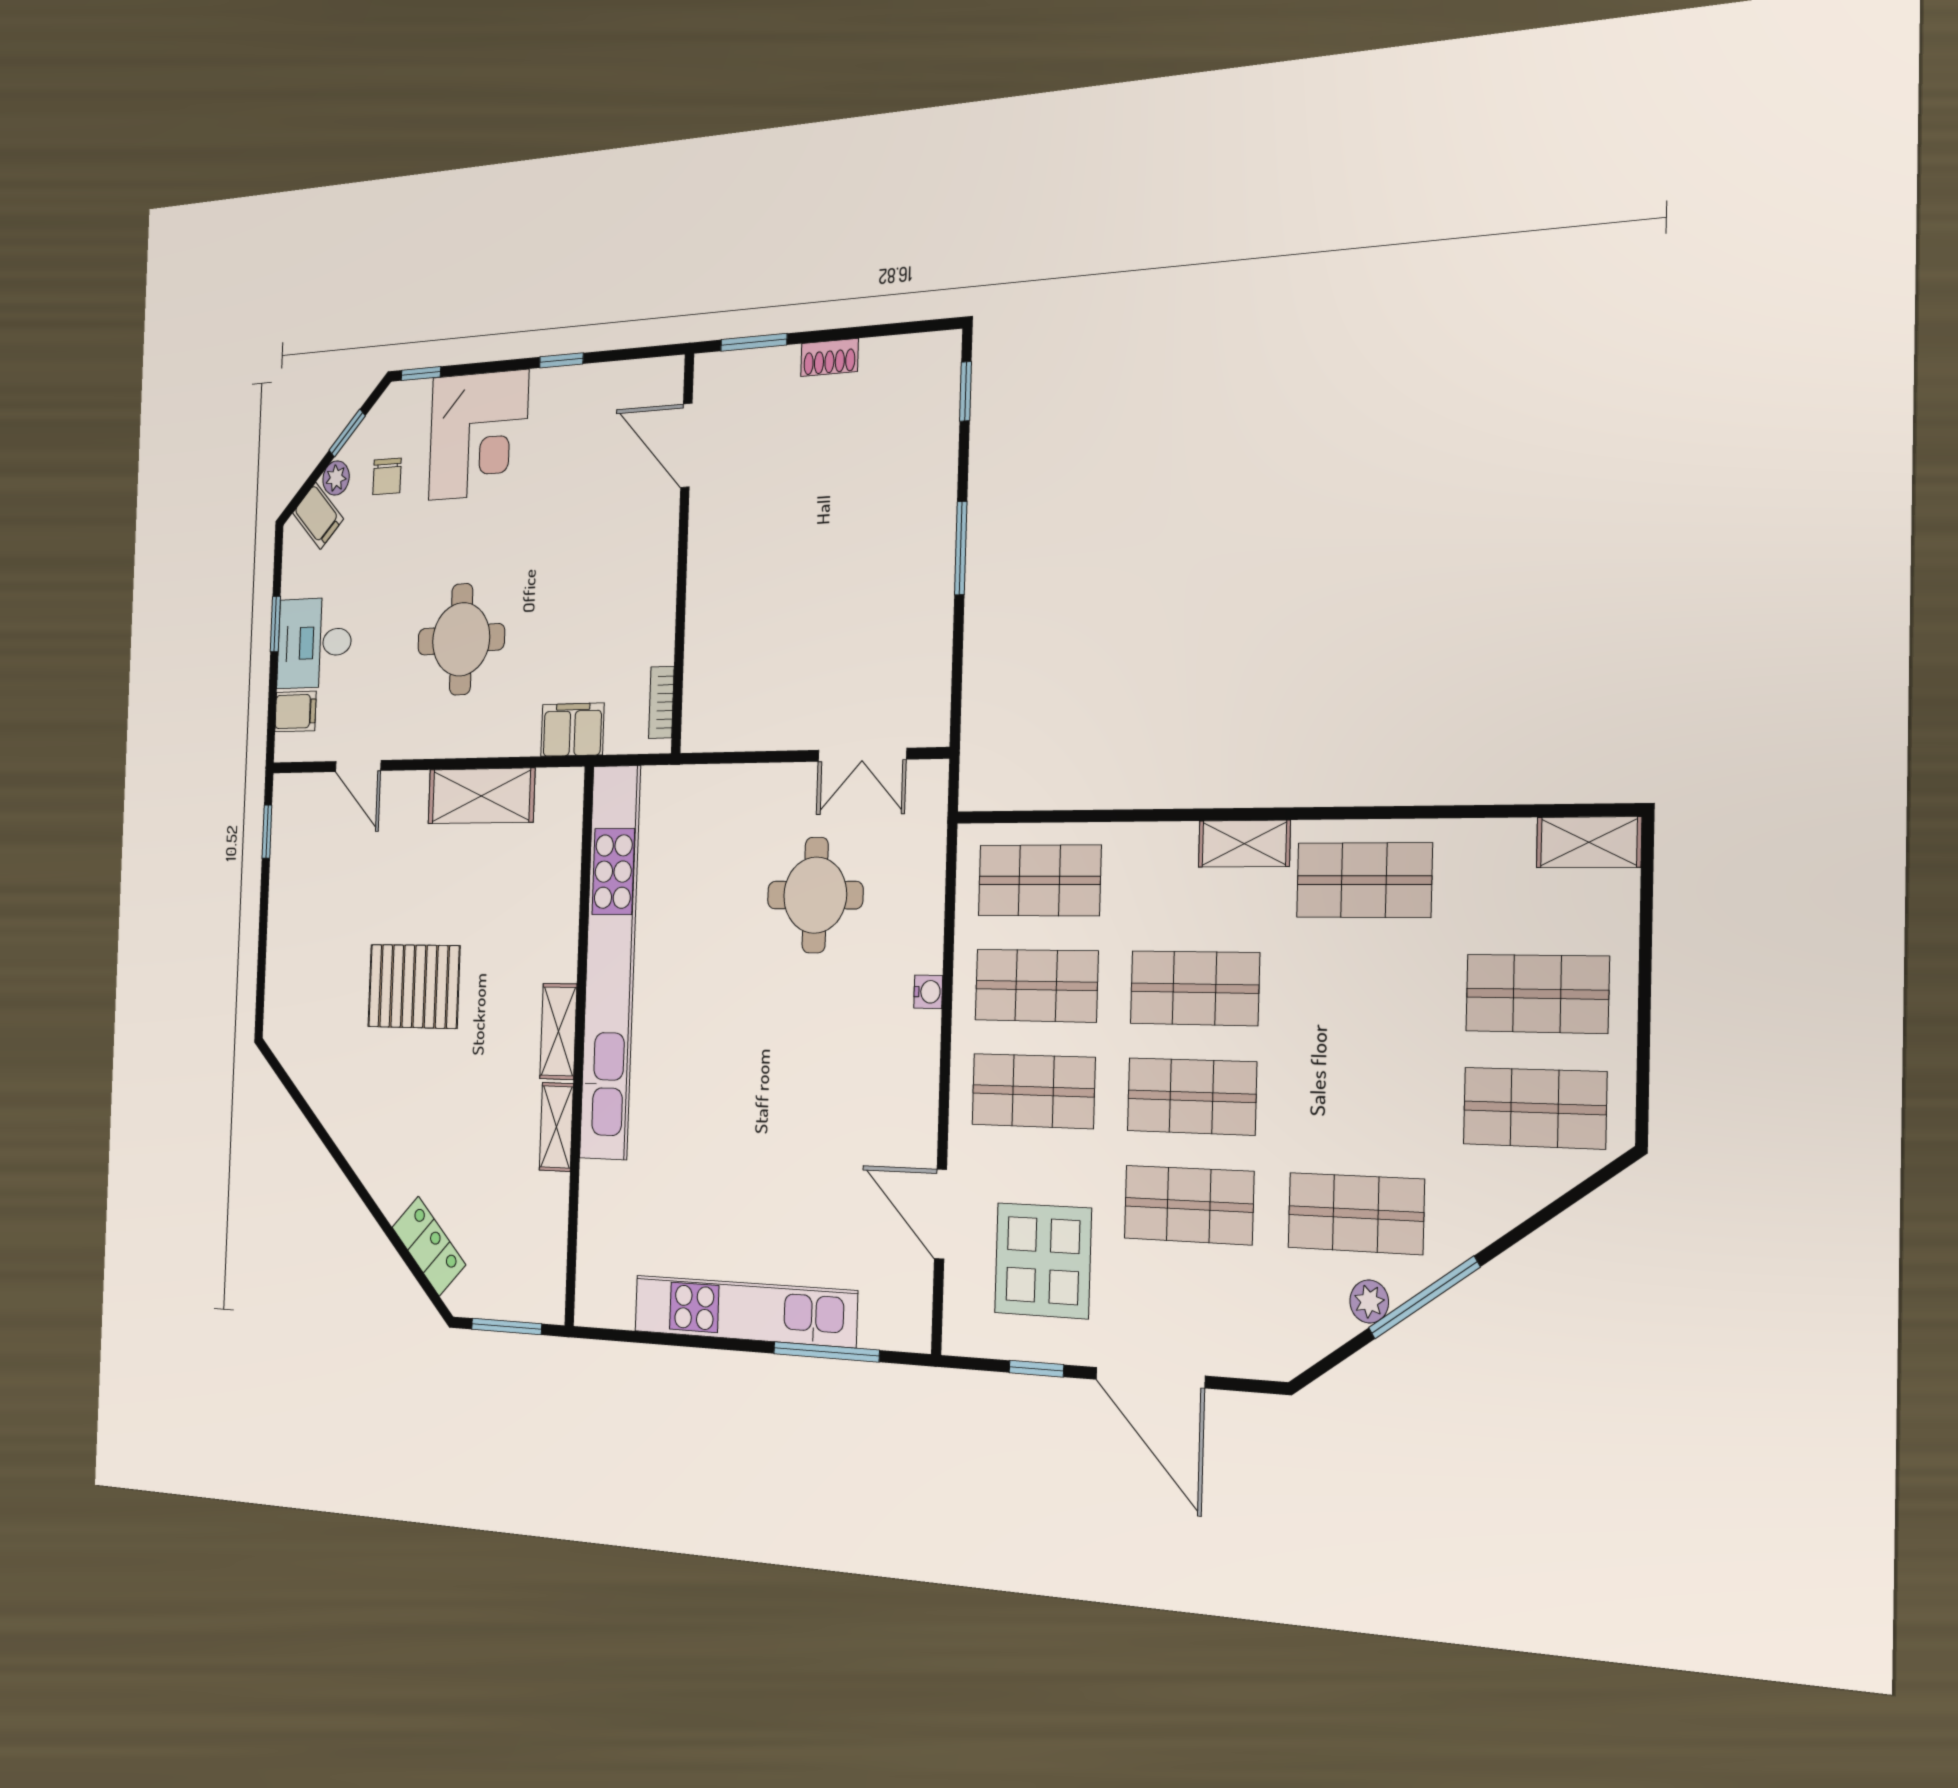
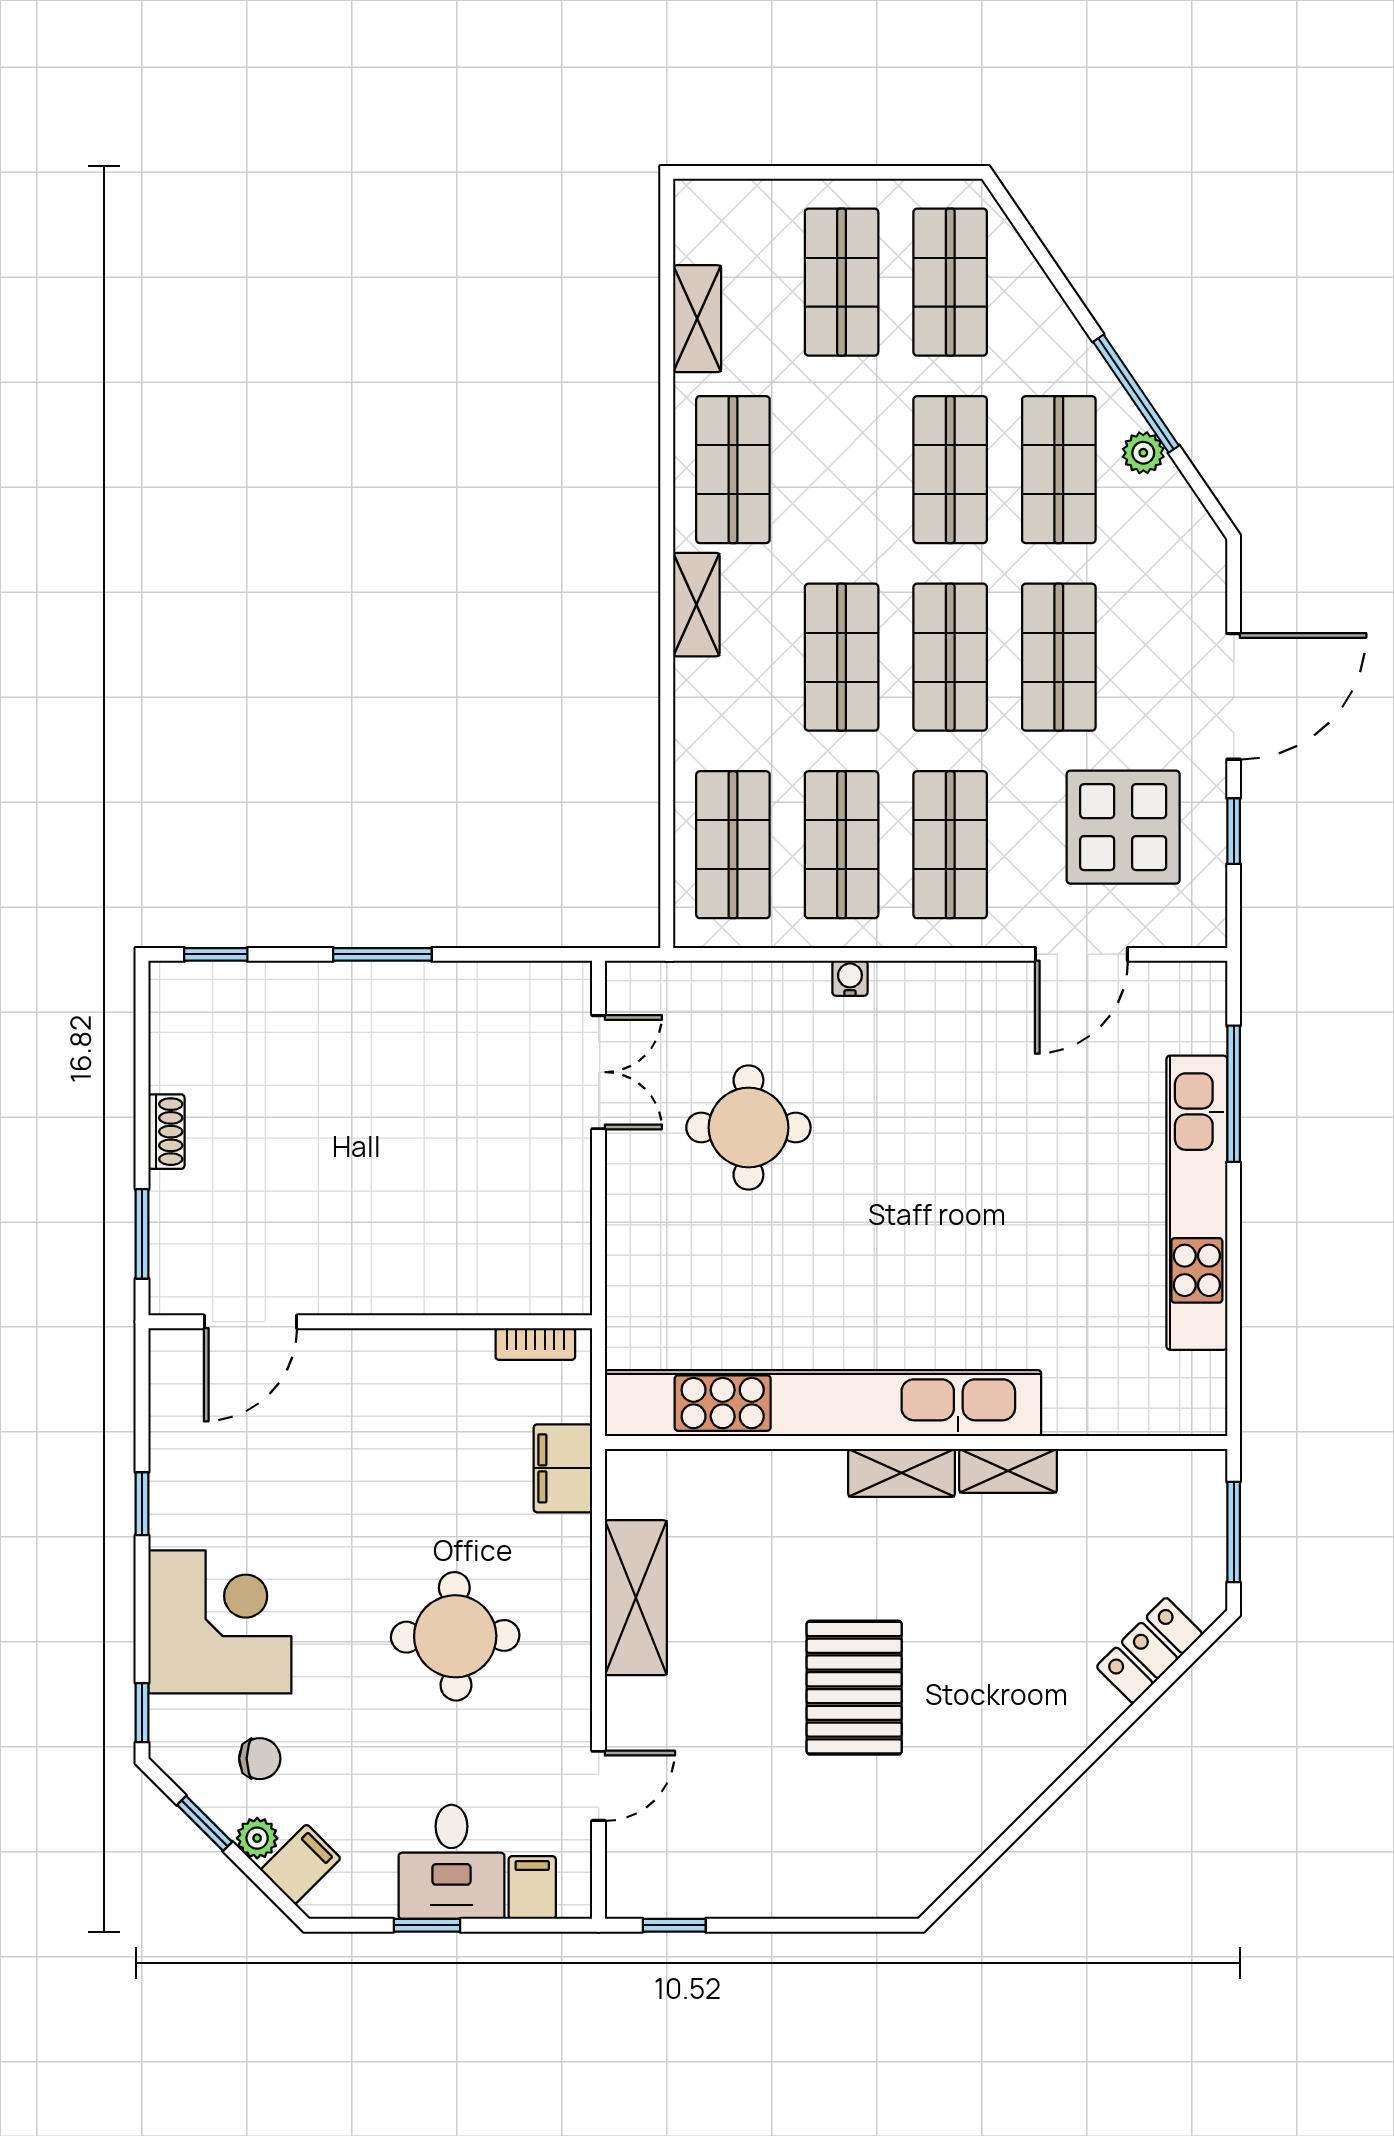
shelving: (1589, 842) -> (697, 319), moved
shop shelf: (1359, 1102) -> (950, 470), added

